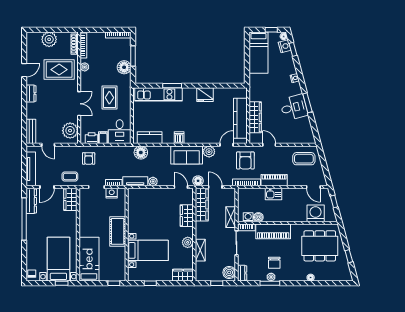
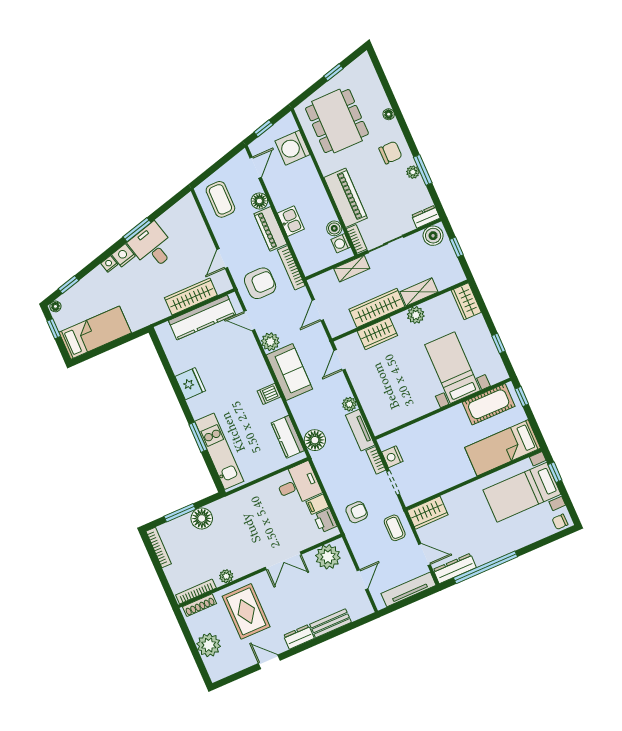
nightstand: (285, 46) -> (123, 255), moved
rug: (109, 98) -> (255, 521), removed
double door: (79, 104) -> (283, 561), swing flipped
bench: (31, 131) -> (331, 623), moved
floor lamp: (198, 181) -> (259, 201), moved
wardrobe: (202, 205) -> (377, 308), moved
cot: (118, 231) -> (489, 404), moved
chair: (274, 263) -> (390, 153), moved

